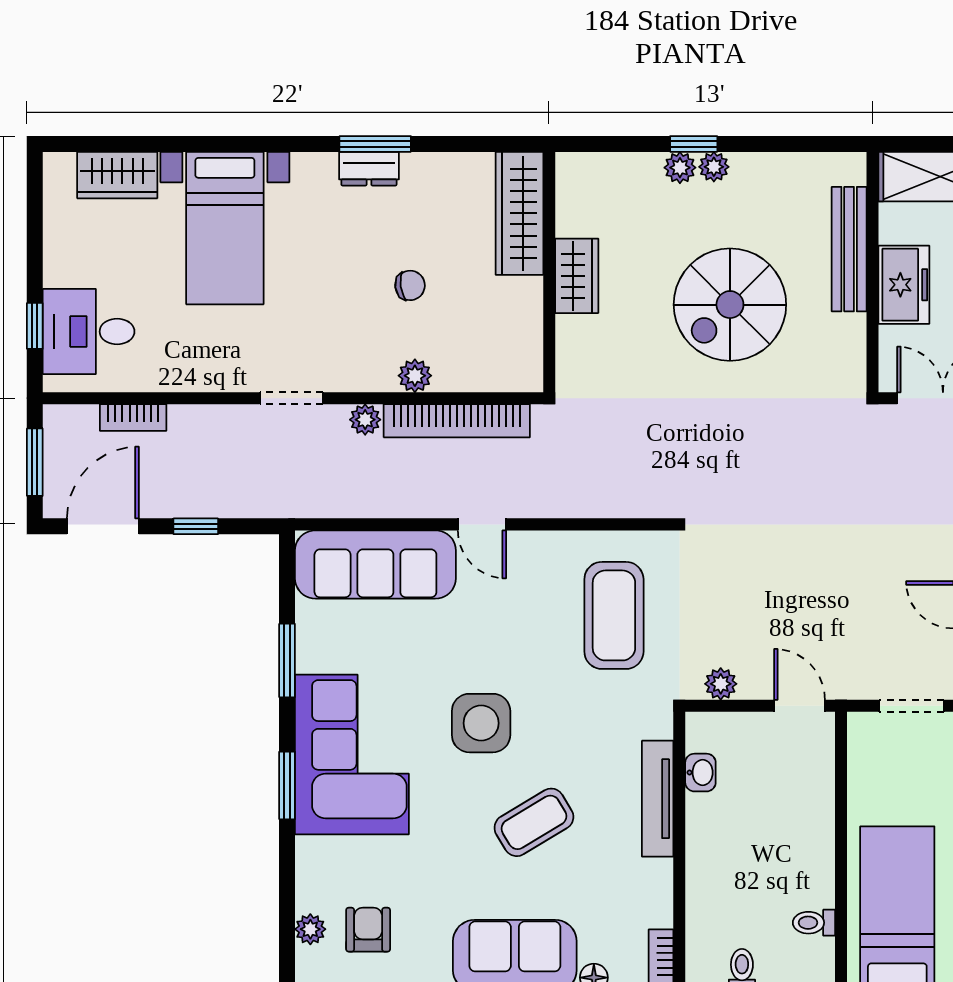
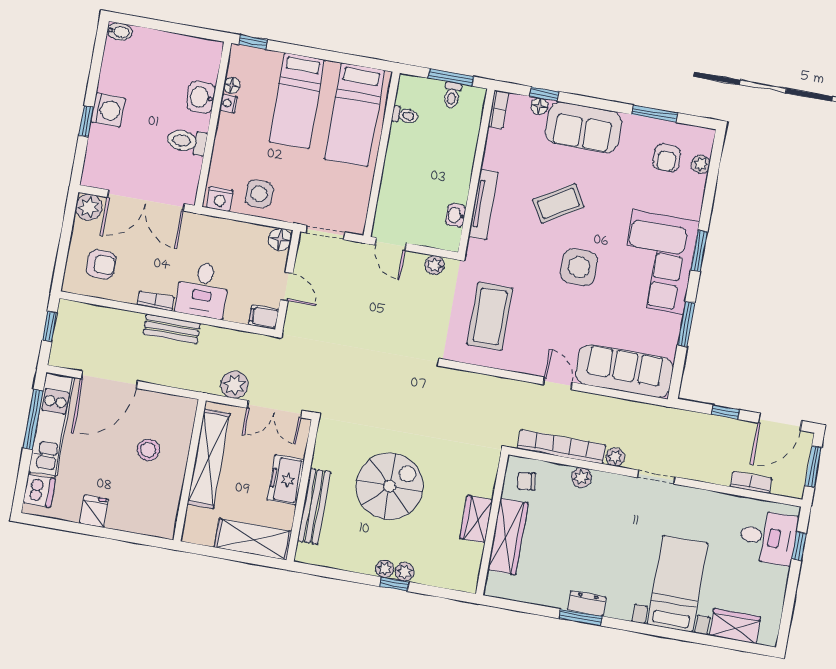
wardrobe: (520, 213) -> (508, 536), moved
chair: (410, 285) -> (526, 481), moved

